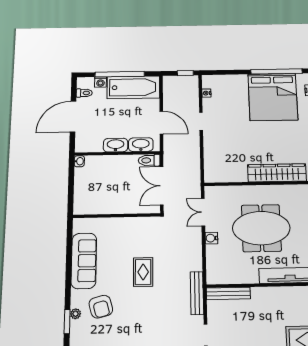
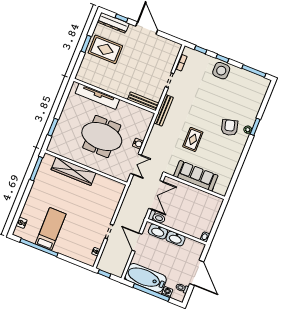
bed: (273, 97) -> (51, 229), width x0.49
door: (73, 117) -> (197, 273), hinge flipped
sofa: (84, 261) -> (196, 176), moved, turned 90

